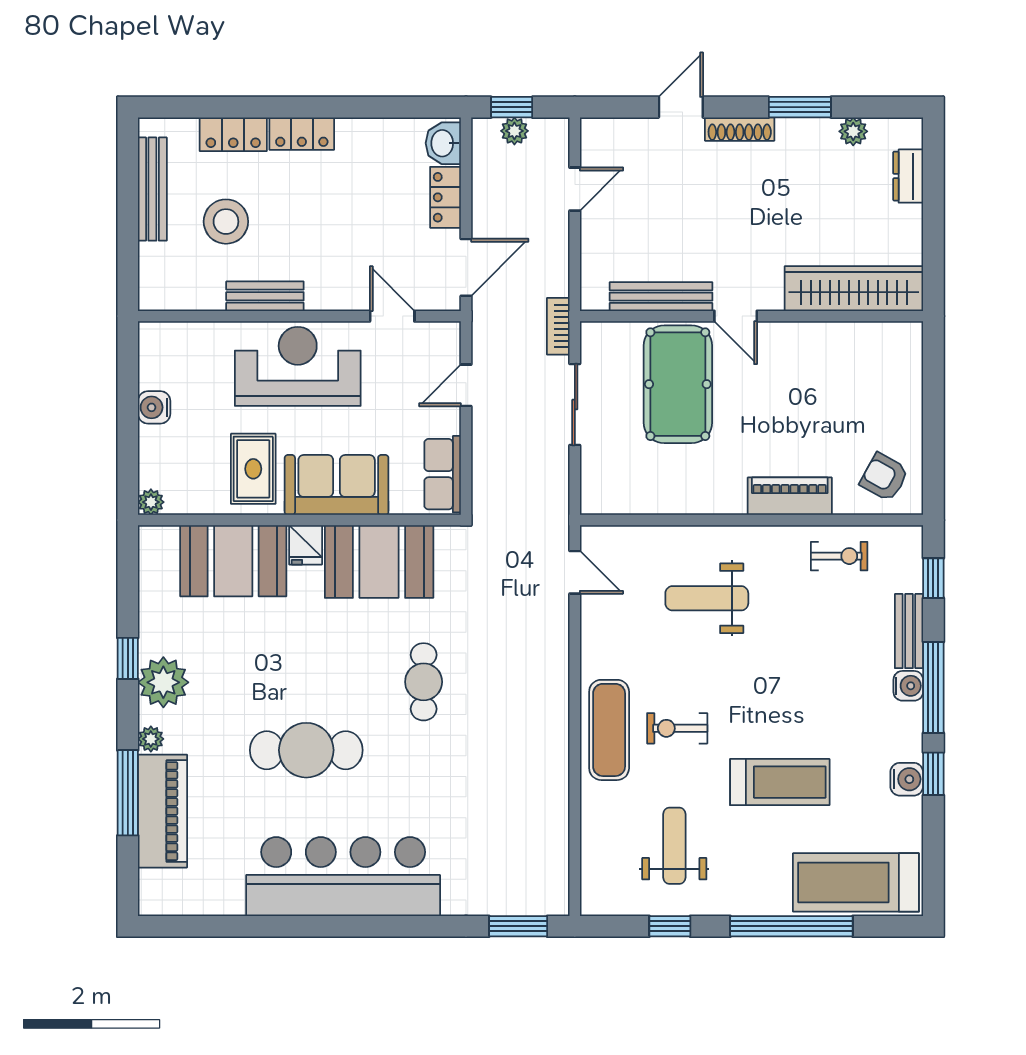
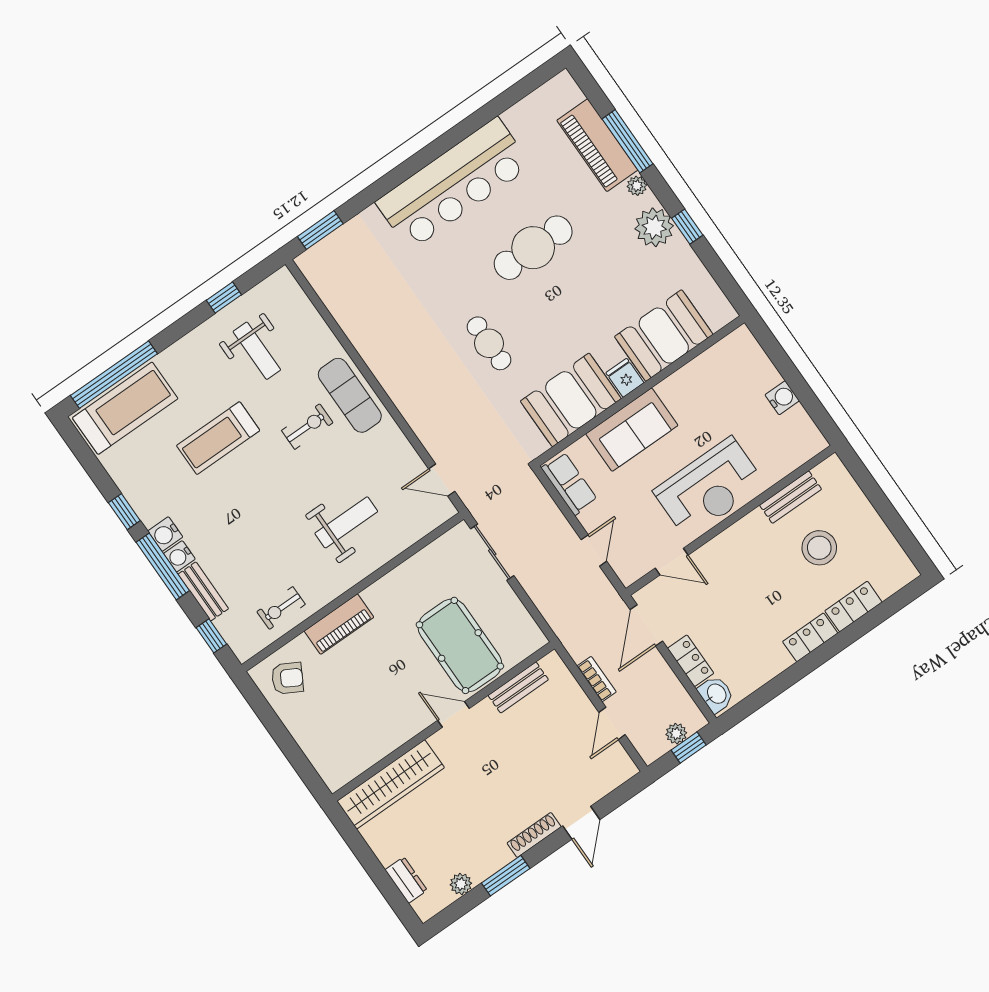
bench: (152, 189) -> (880, 536), removed
bench: (265, 296) -> (791, 497), moved
bench: (661, 297) -> (518, 687), width x0.73
bookcase: (558, 326) -> (597, 679), moved
sliding door: (575, 405) -> (492, 552), moved
rug: (253, 469) -> (692, 403), removed
plant: (151, 502) -> (742, 336), removed
water cooler: (907, 779) -> (165, 534), moved
window: (791, 926) -> (114, 375), moved

